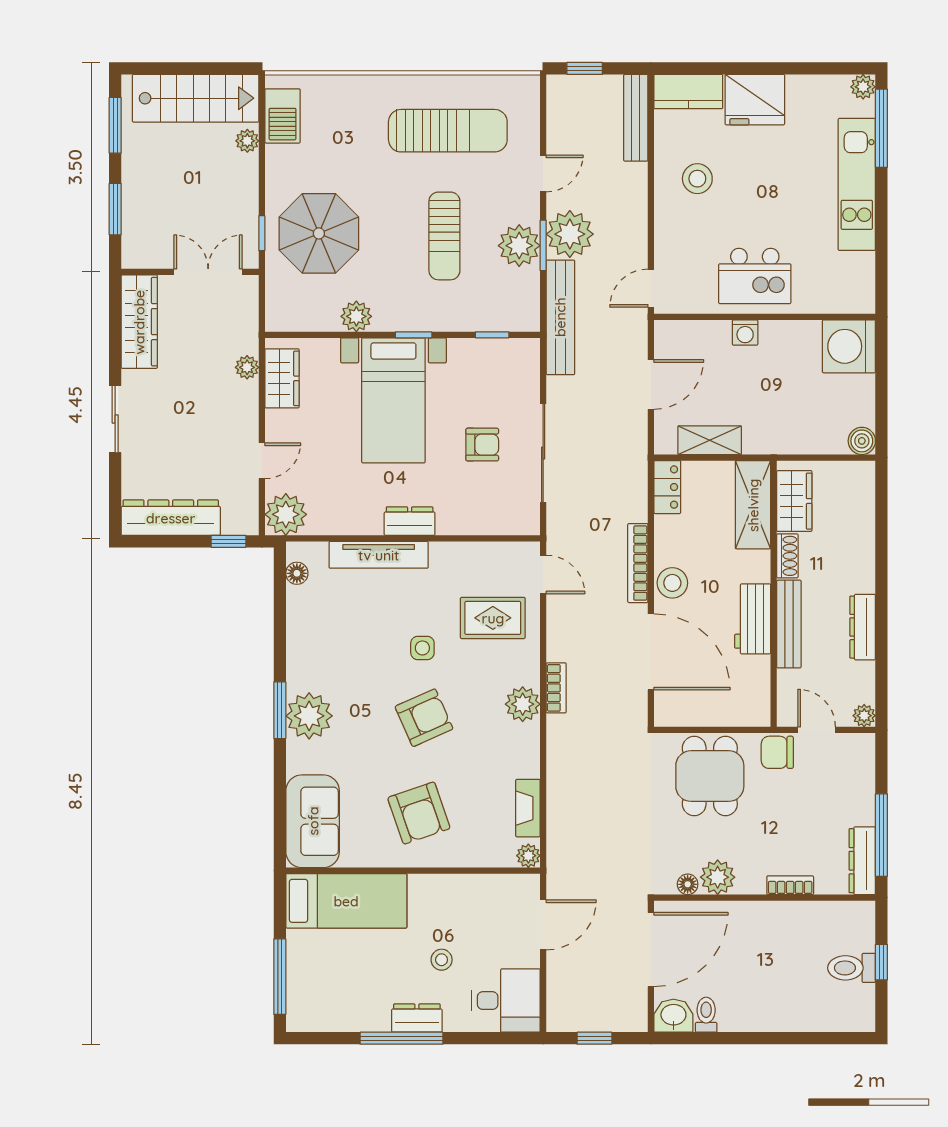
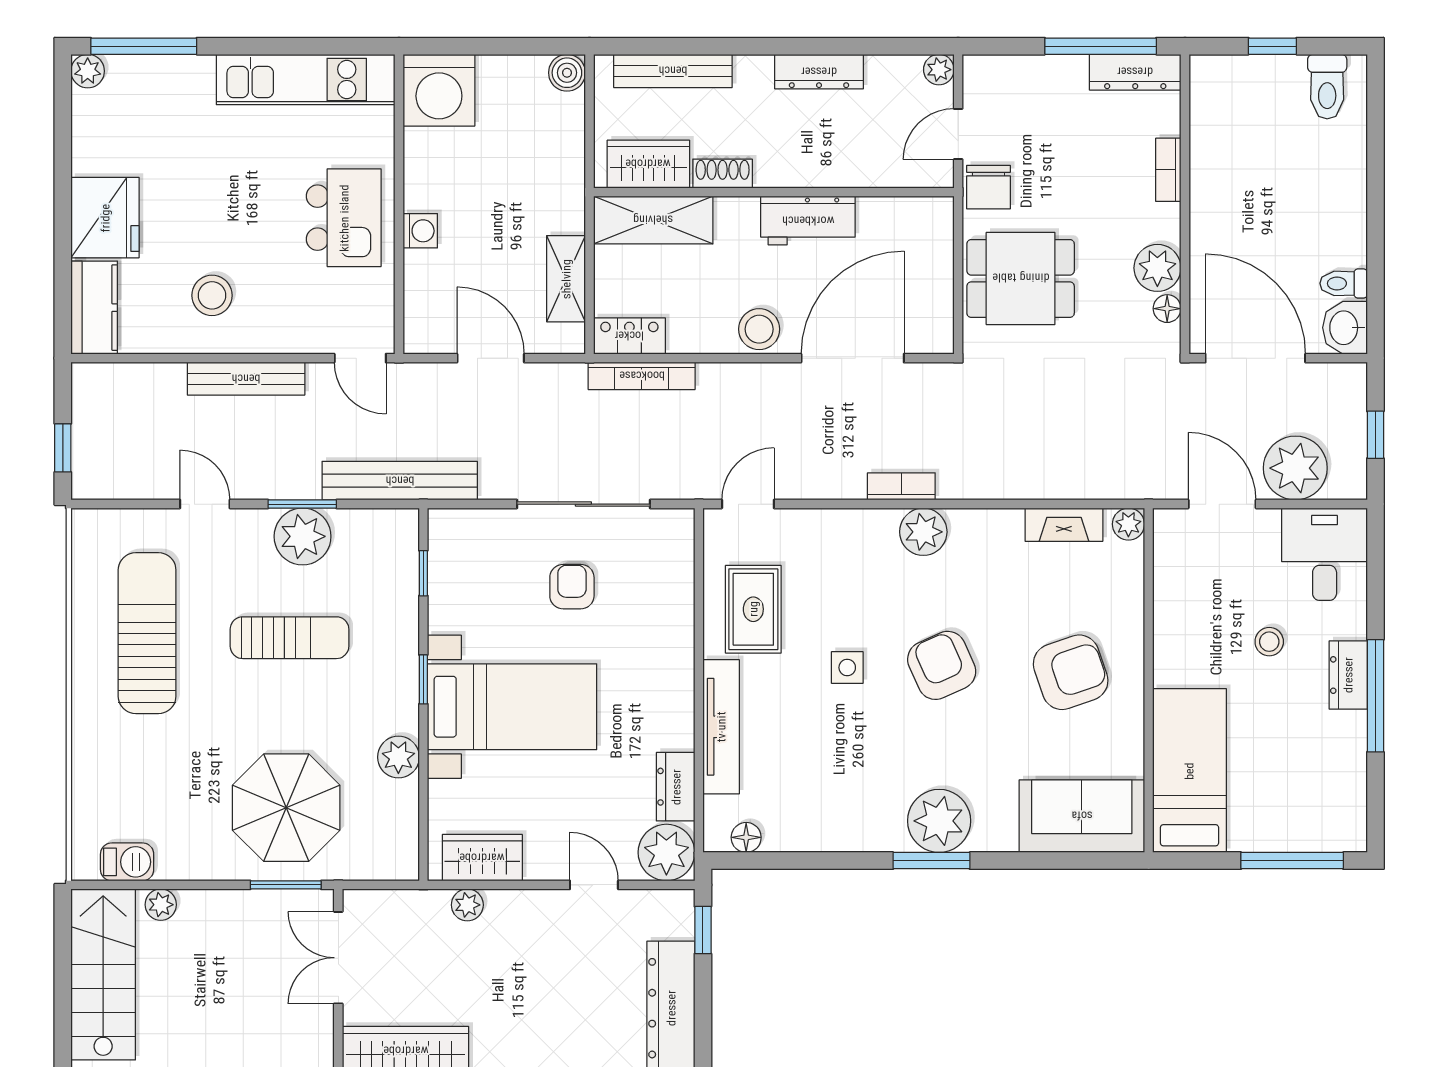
barbecue: (283, 116) -> (127, 862), width x0.73, depth x0.79
bench: (636, 118) -> (246, 379), moved
kitchen unit: (857, 184) -> (306, 79), moved
window: (262, 233) -> (286, 885), width x1.50
plant: (570, 234) -> (1295, 468), moved
dresser: (410, 521) -> (676, 787), moved
bookcase: (638, 563) -> (642, 376), moved
rug: (493, 618) -> (753, 609), moved
bench: (789, 624) -> (673, 71), moved
toilet: (852, 968) -> (1327, 87), moved

